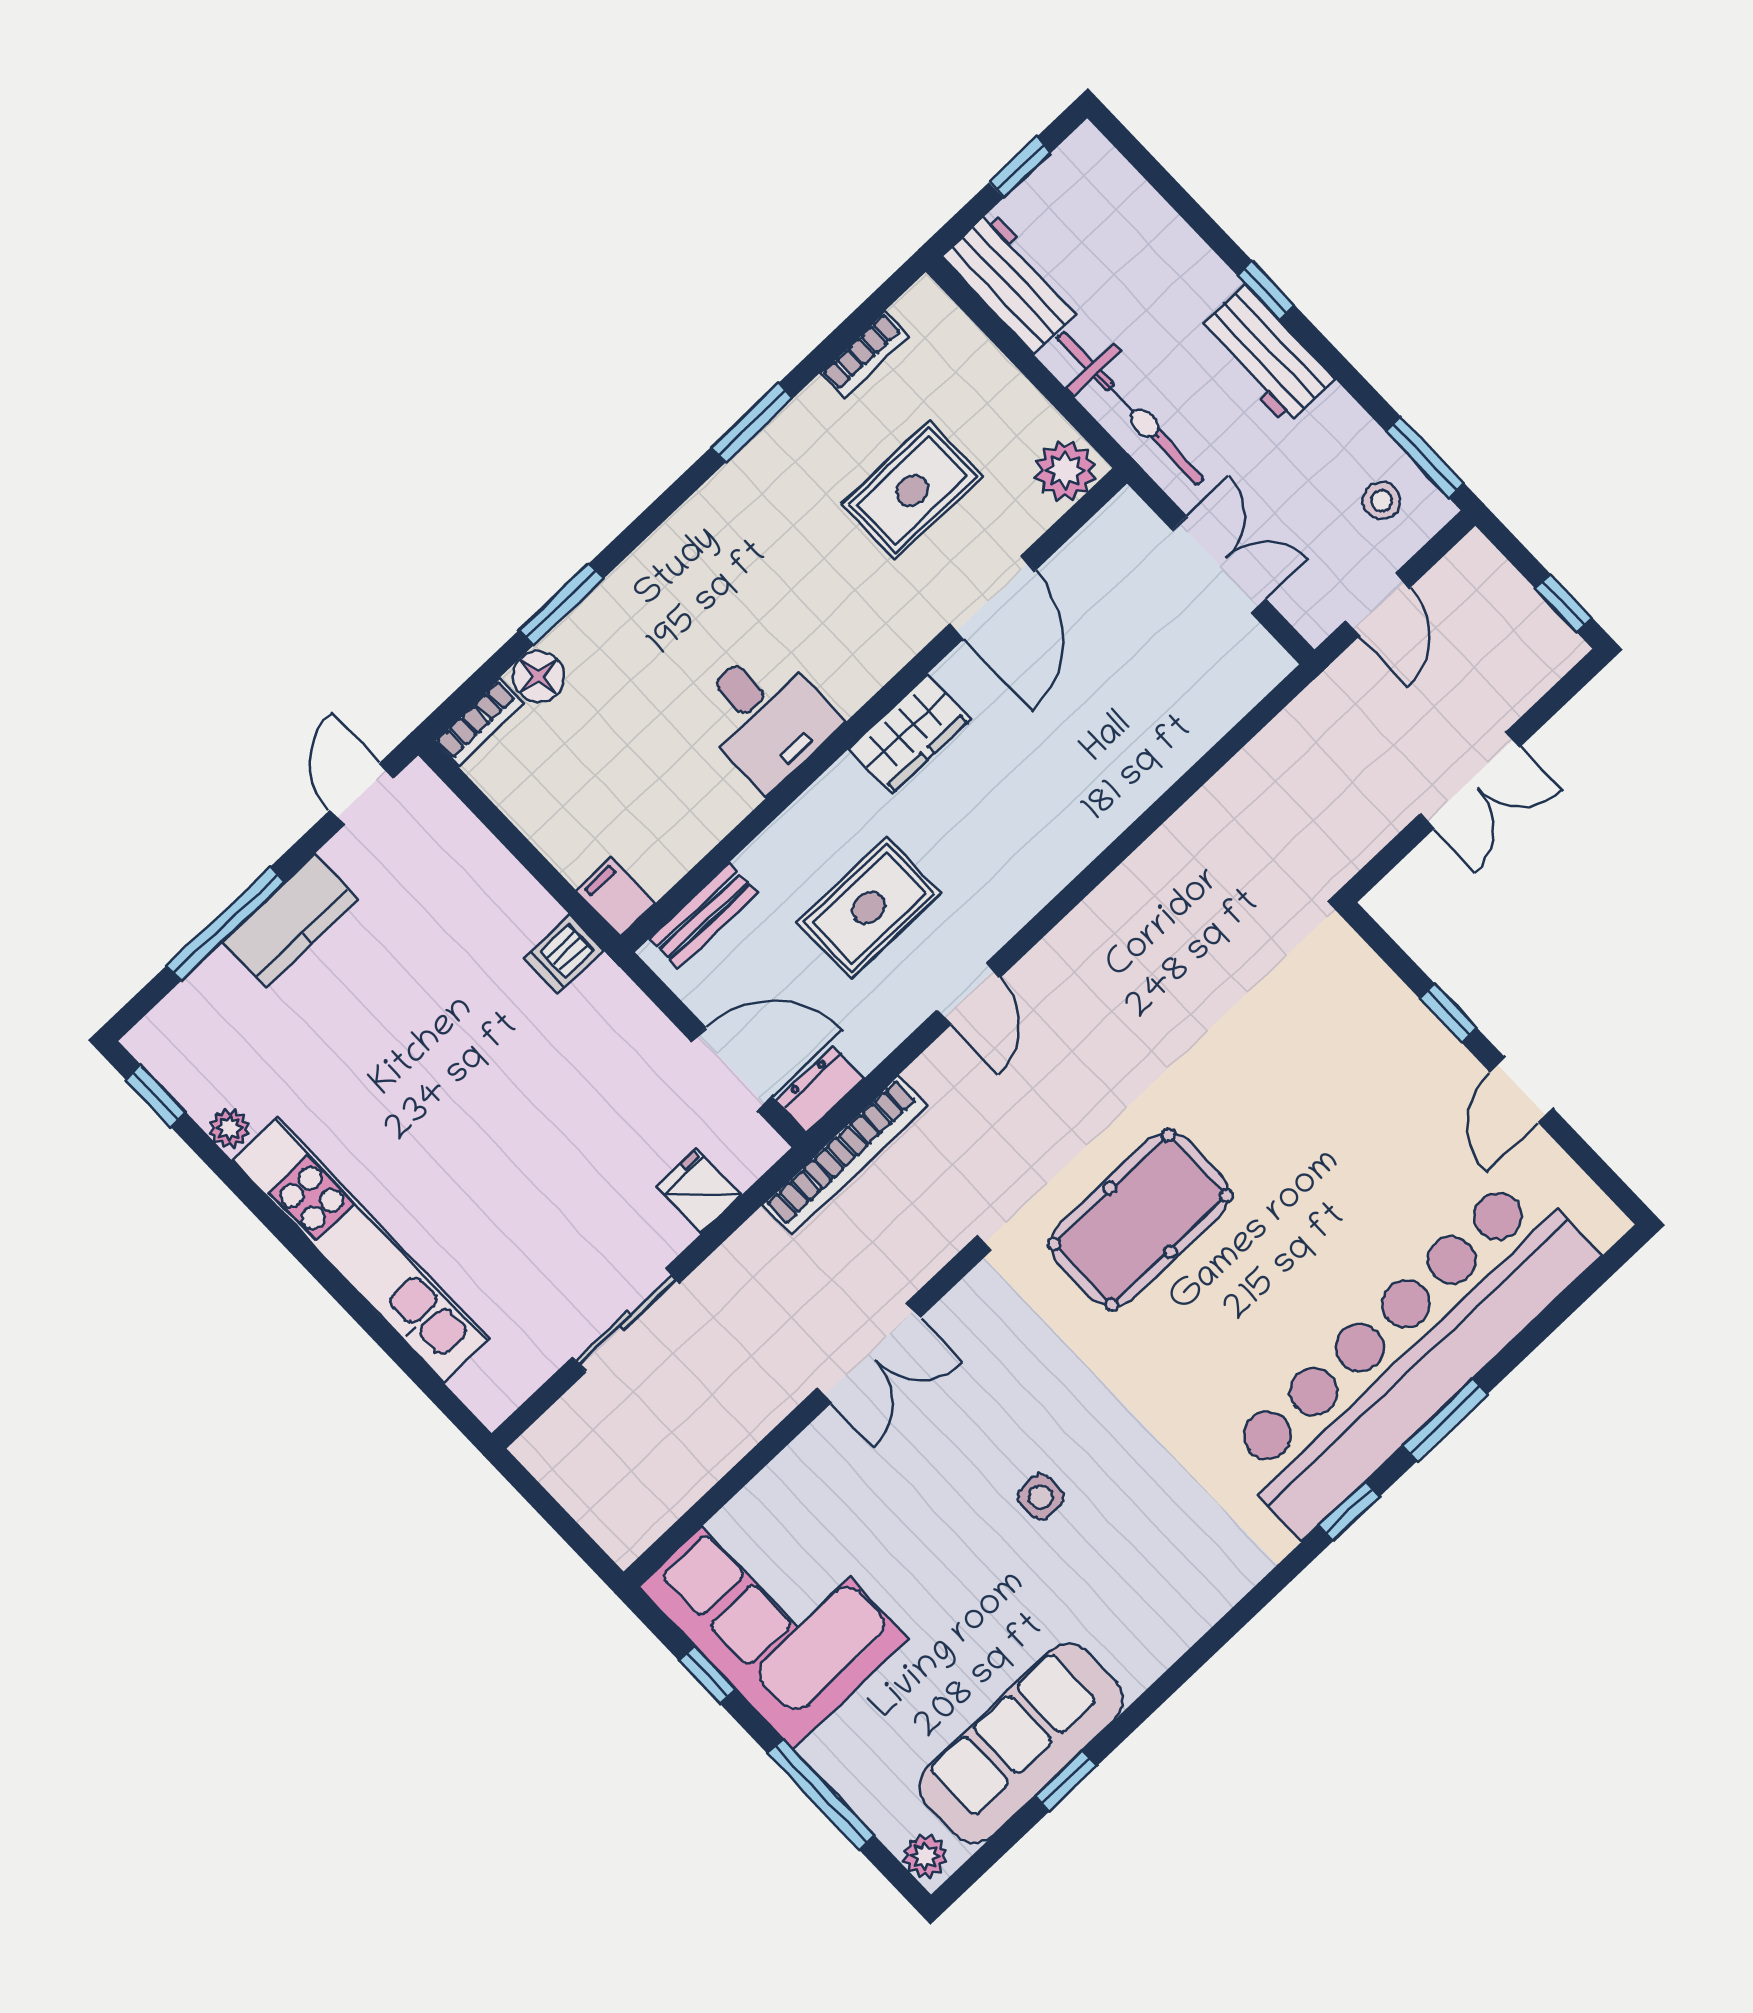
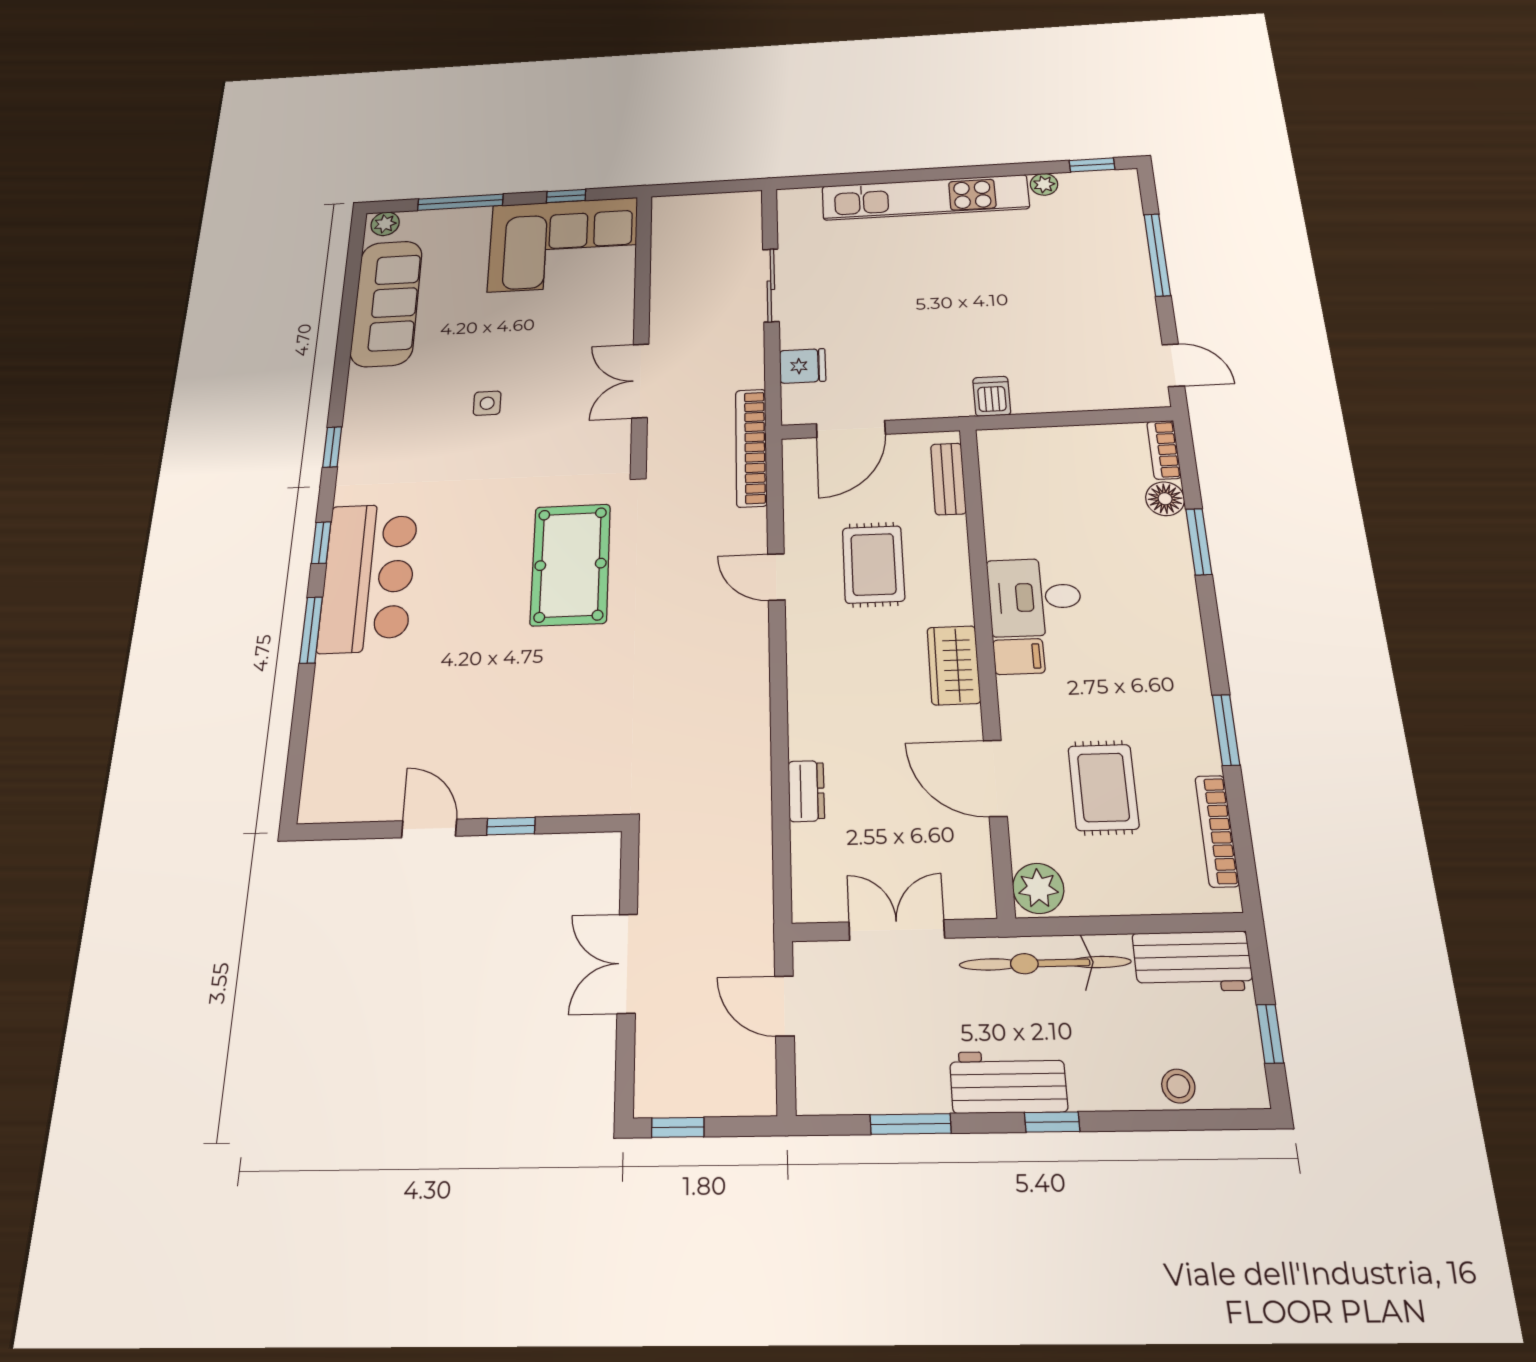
bookcase: (865, 355) -> (1217, 831), width x1.56
window: (1425, 457) -> (911, 1124), moved
stool: (1382, 501) -> (1178, 1086), moved
double door: (1219, 565) -> (897, 930), swing flipped
filing cabinet: (616, 897) -> (1019, 657), moved
kitchen counter: (291, 921) -> (1131, 285), removed
dresser: (820, 1090) -> (806, 791), moved
bar counter: (1409, 1354) -> (368, 577), width x0.54
window: (1066, 1781) -> (332, 447), moved

